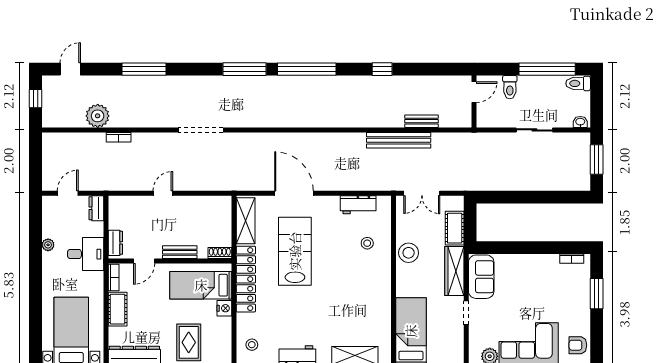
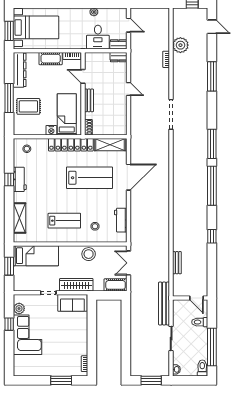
bench: (399, 140) -> (164, 304), moved
cot: (455, 228) -> (116, 285), moved
dresser: (115, 243) -> (119, 57), moved
desk: (86, 254) -> (98, 37), moved
lab bench: (359, 289) -> (64, 221), added
armchair: (578, 345) -> (26, 368), removed

